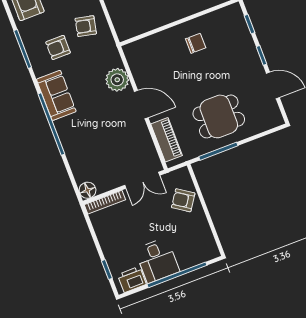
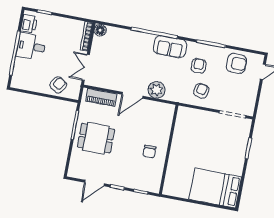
dining table: (219, 116) -> (96, 138), turned 90

